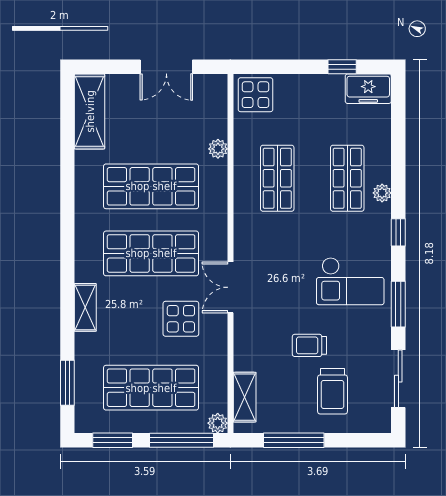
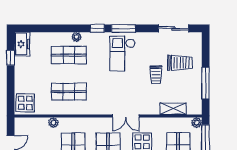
checkout: (350, 281) -> (123, 53), turned 180
window: (398, 304) -> (123, 28), moved
shelving: (245, 397) -> (173, 109), moved

